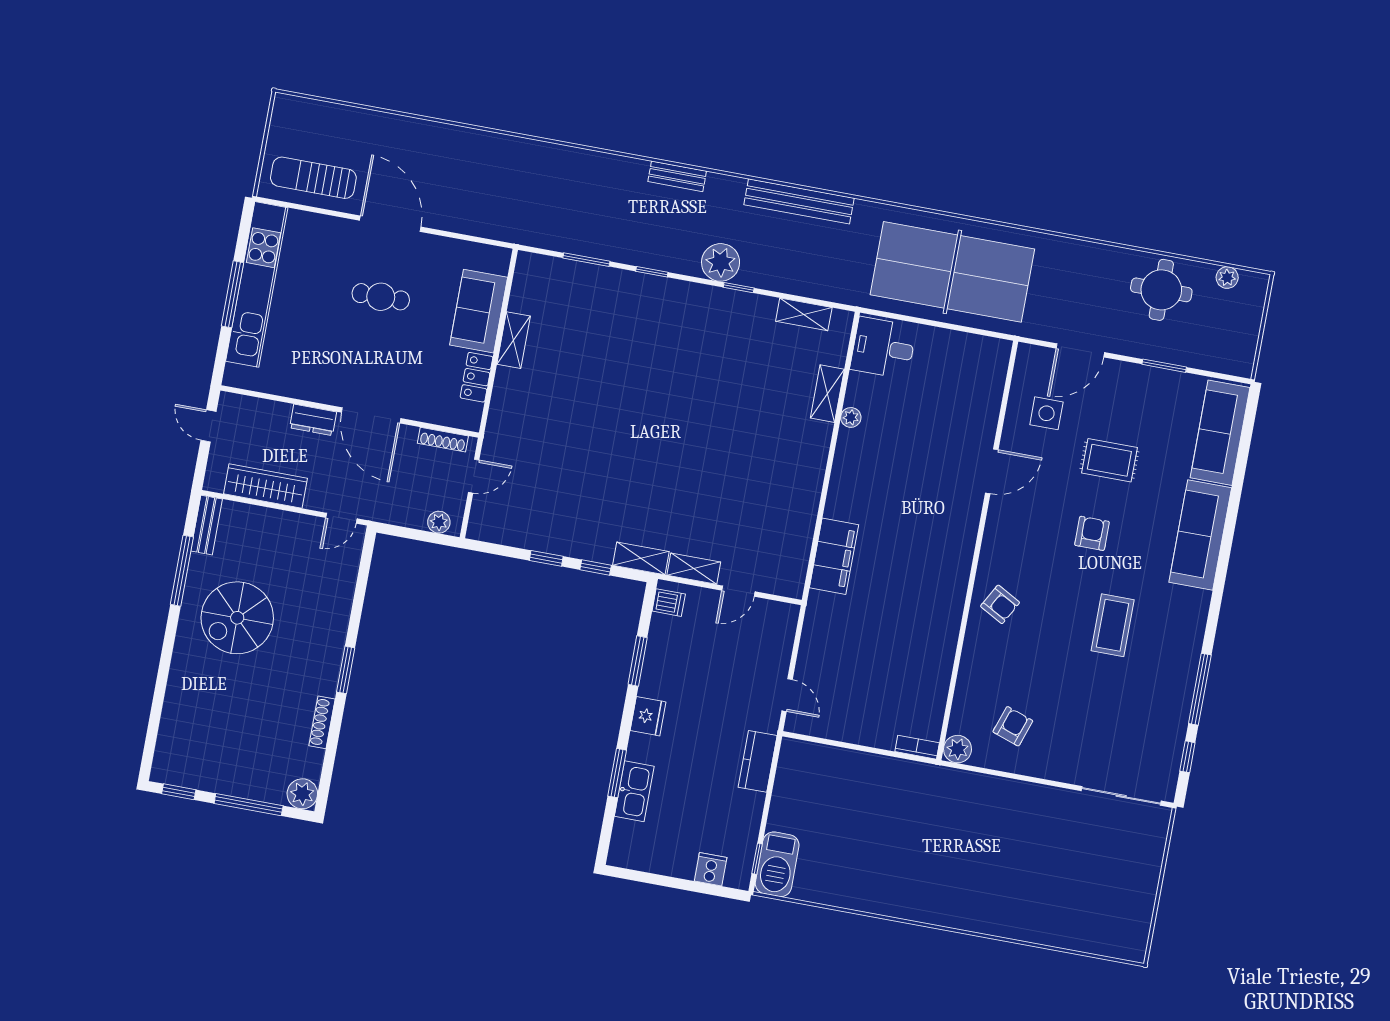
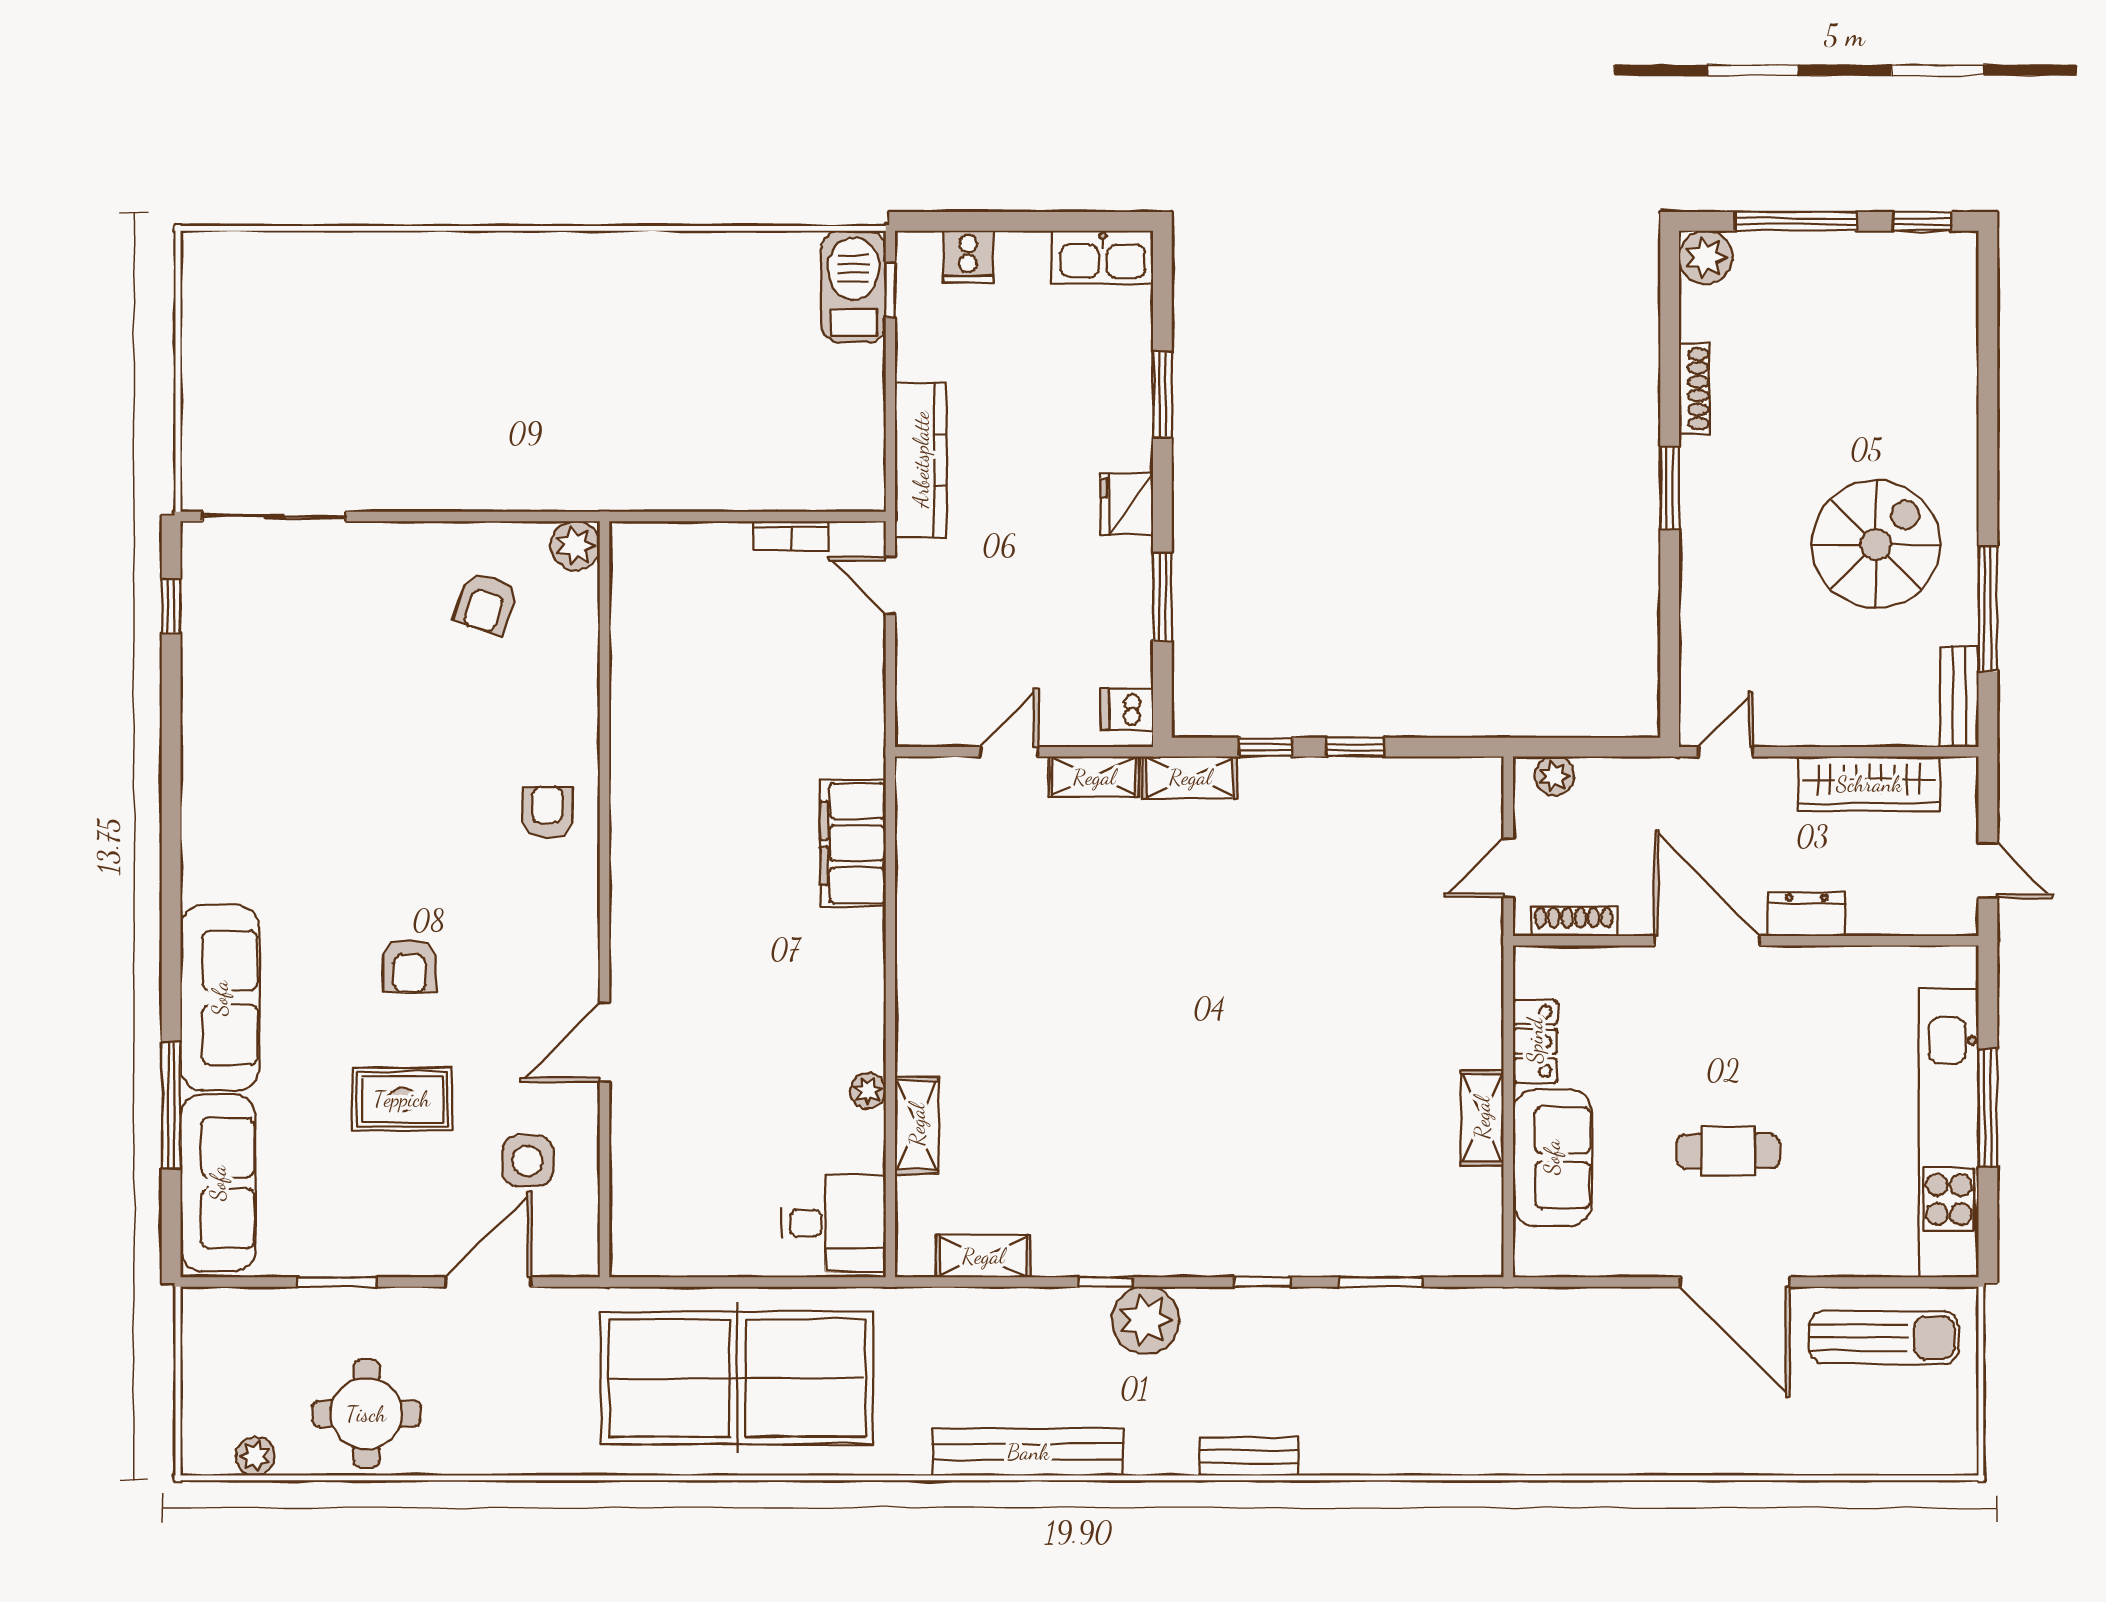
armchair: (1000, 604) -> (547, 812), turned 62
coffee table: (1113, 625) -> (344, 812), removed
window: (1200, 689) -> (171, 1106), moved
bookcase: (917, 747) -> (791, 536), moved
kitchen counter: (758, 761) -> (921, 460), width x1.50
kitchen sink: (634, 791) -> (1103, 257), moved, turned -90

